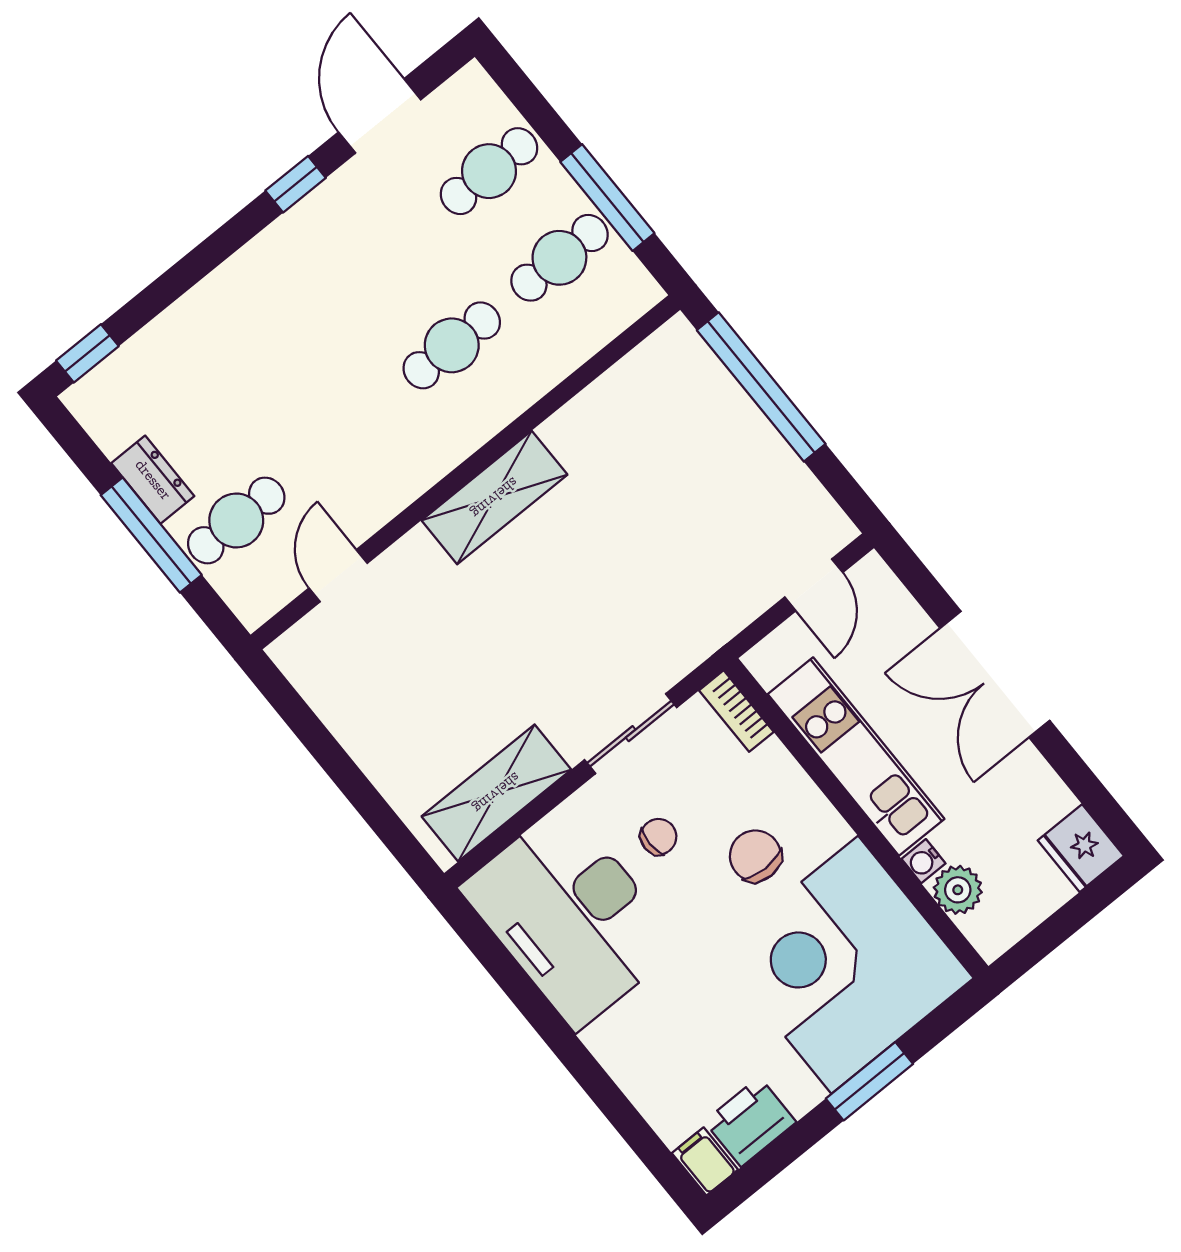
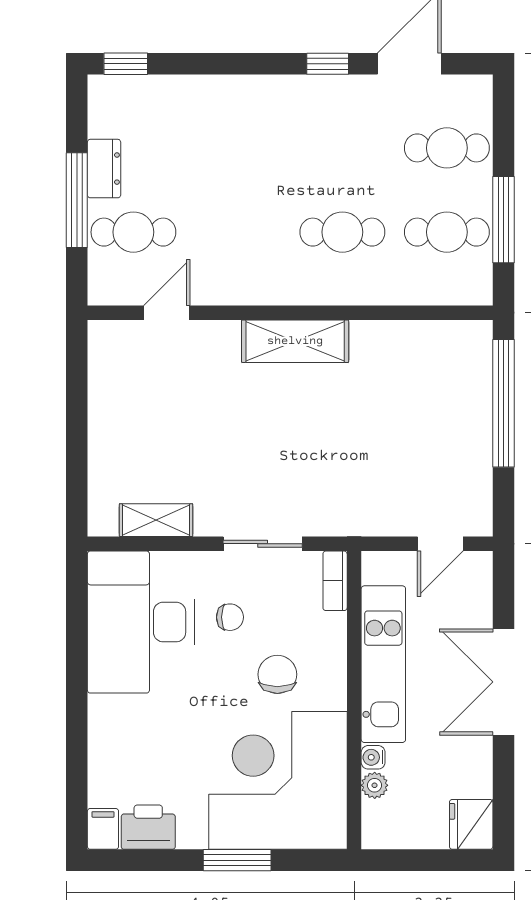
shelving: (496, 793) -> (156, 520), width x0.67, depth x0.75
plant: (958, 890) -> (375, 785), width x0.73, depth x0.73

